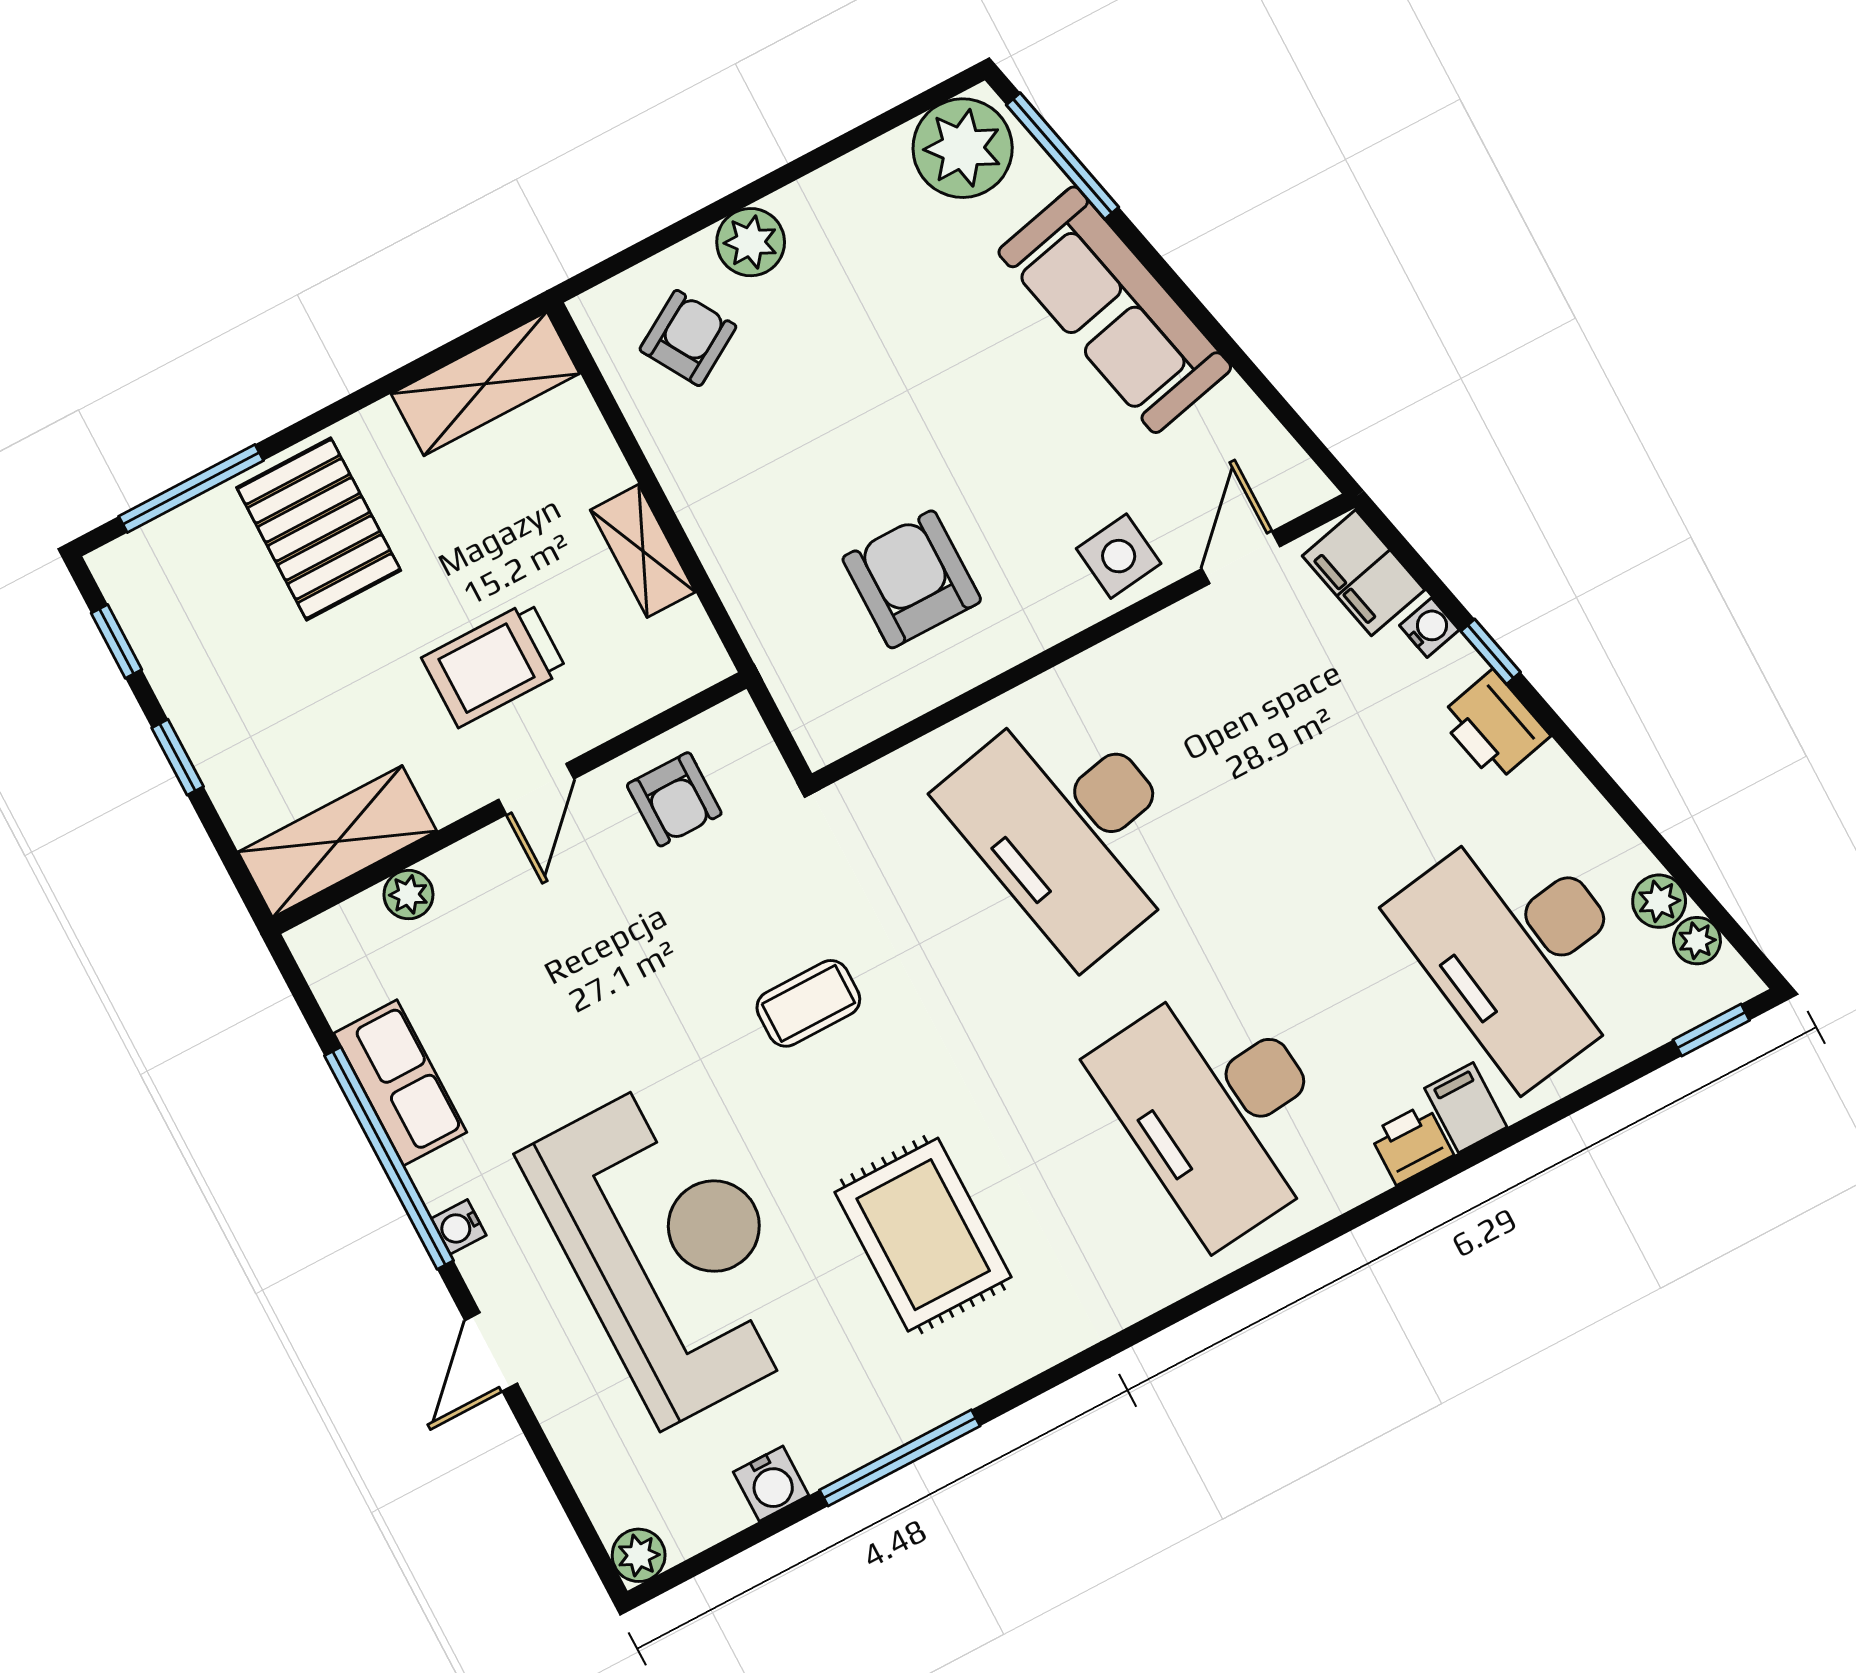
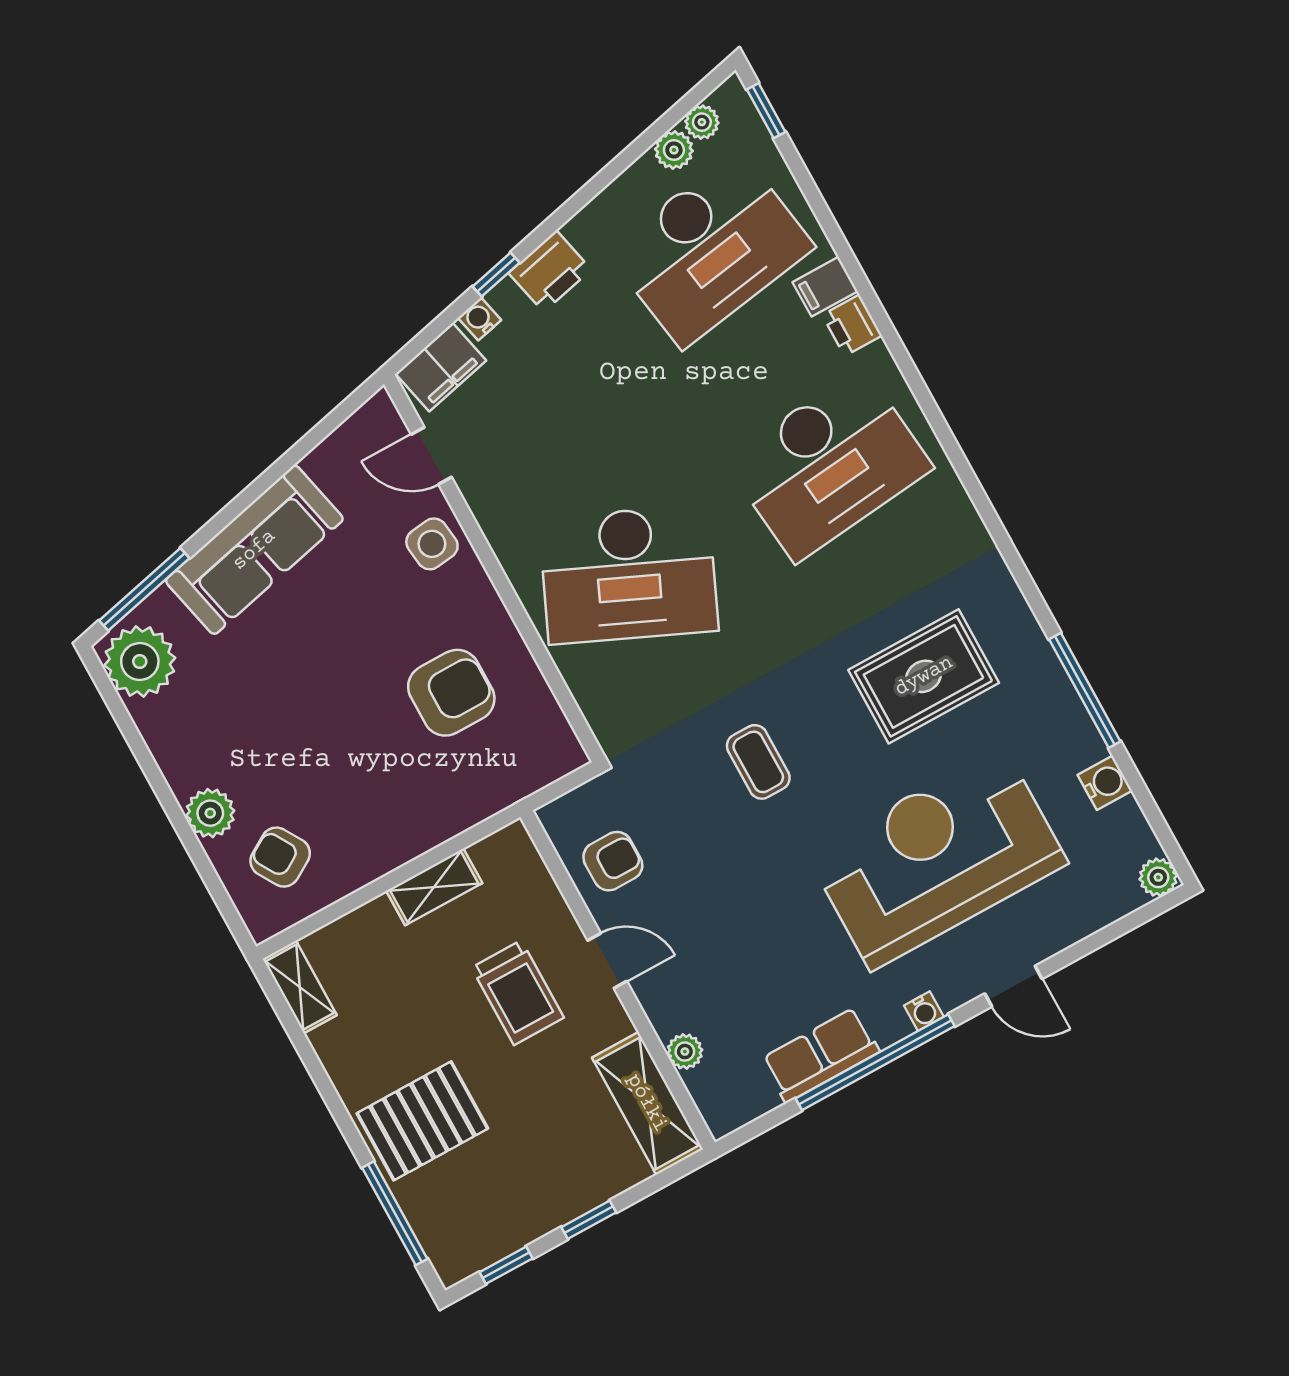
shelving: (485, 384) -> (300, 987), width x0.67, depth x0.75
armchair: (912, 579) -> (451, 693), turned 180
desk: (1072, 828) -> (629, 574), turned 36

